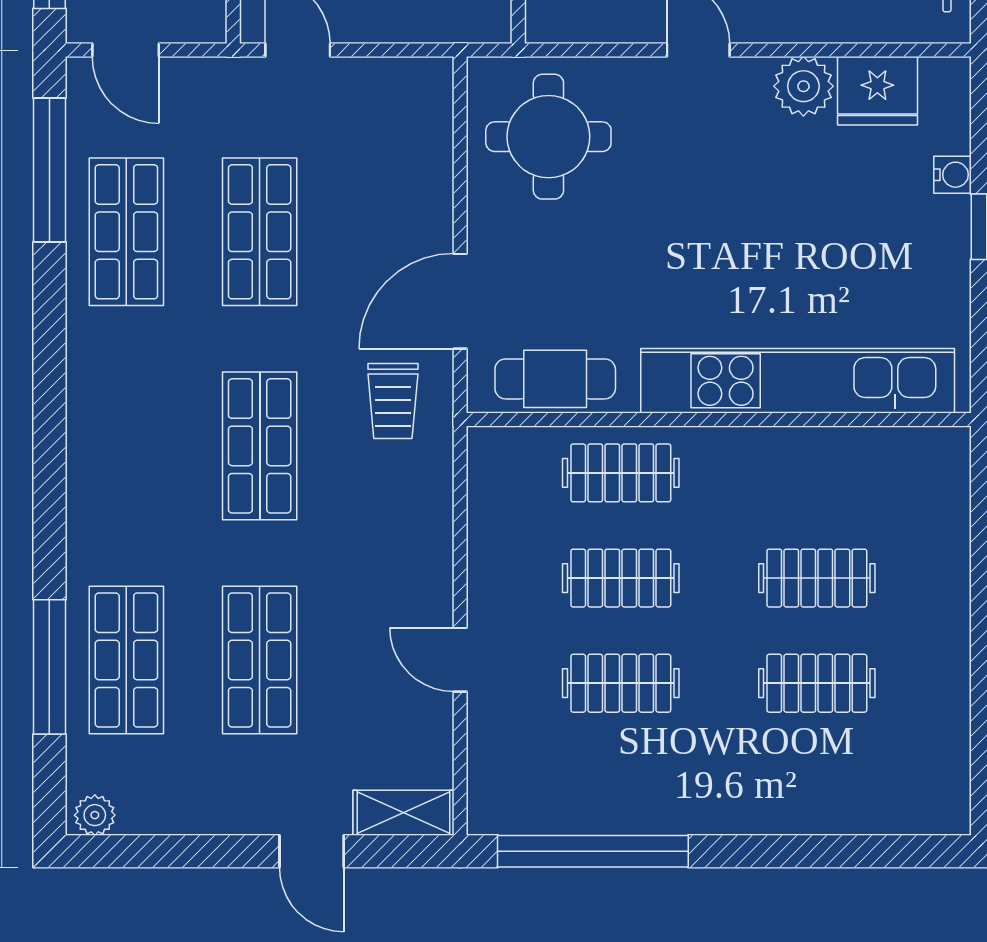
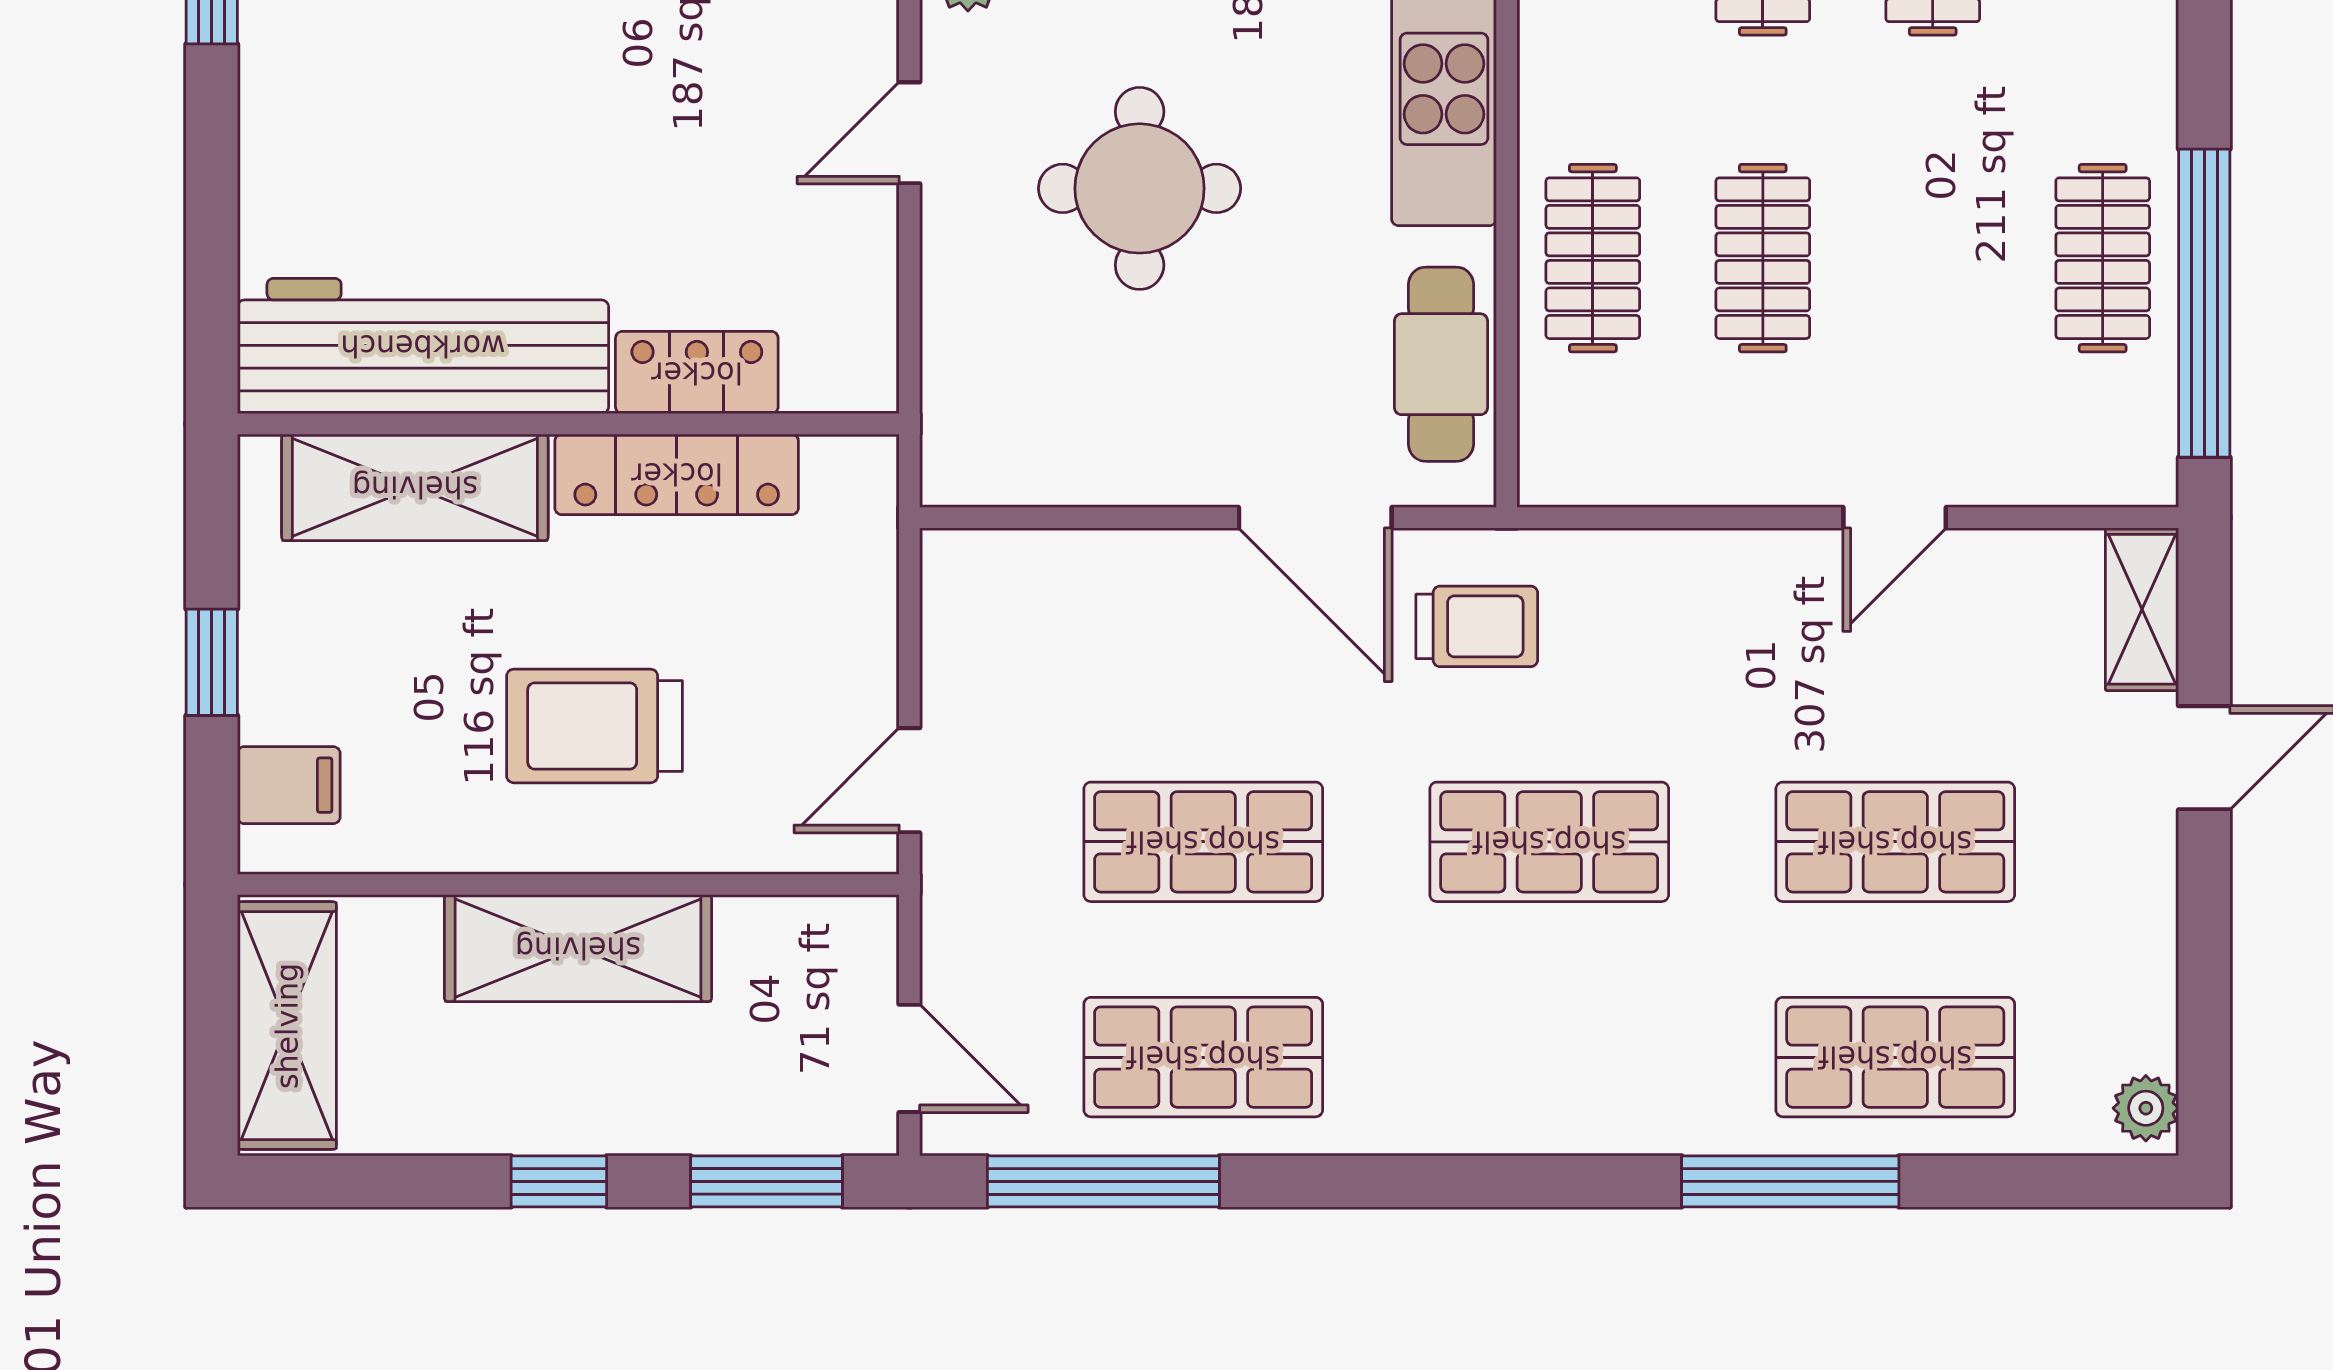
door: (126, 50) -> (909, 1058), hinge flipped
round table: (548, 137) -> (1140, 188), moved
window: (49, 667) -> (1790, 1181), moved
clothes rail: (621, 683) -> (2103, 258), moved

